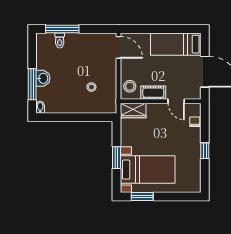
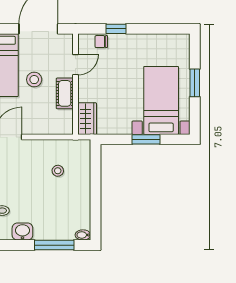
washbasin: (43, 78) -> (22, 232), moved
stool: (130, 86) -> (34, 80), moved
window: (205, 151) -> (116, 29), moved
window: (142, 196) -> (195, 83), moved

